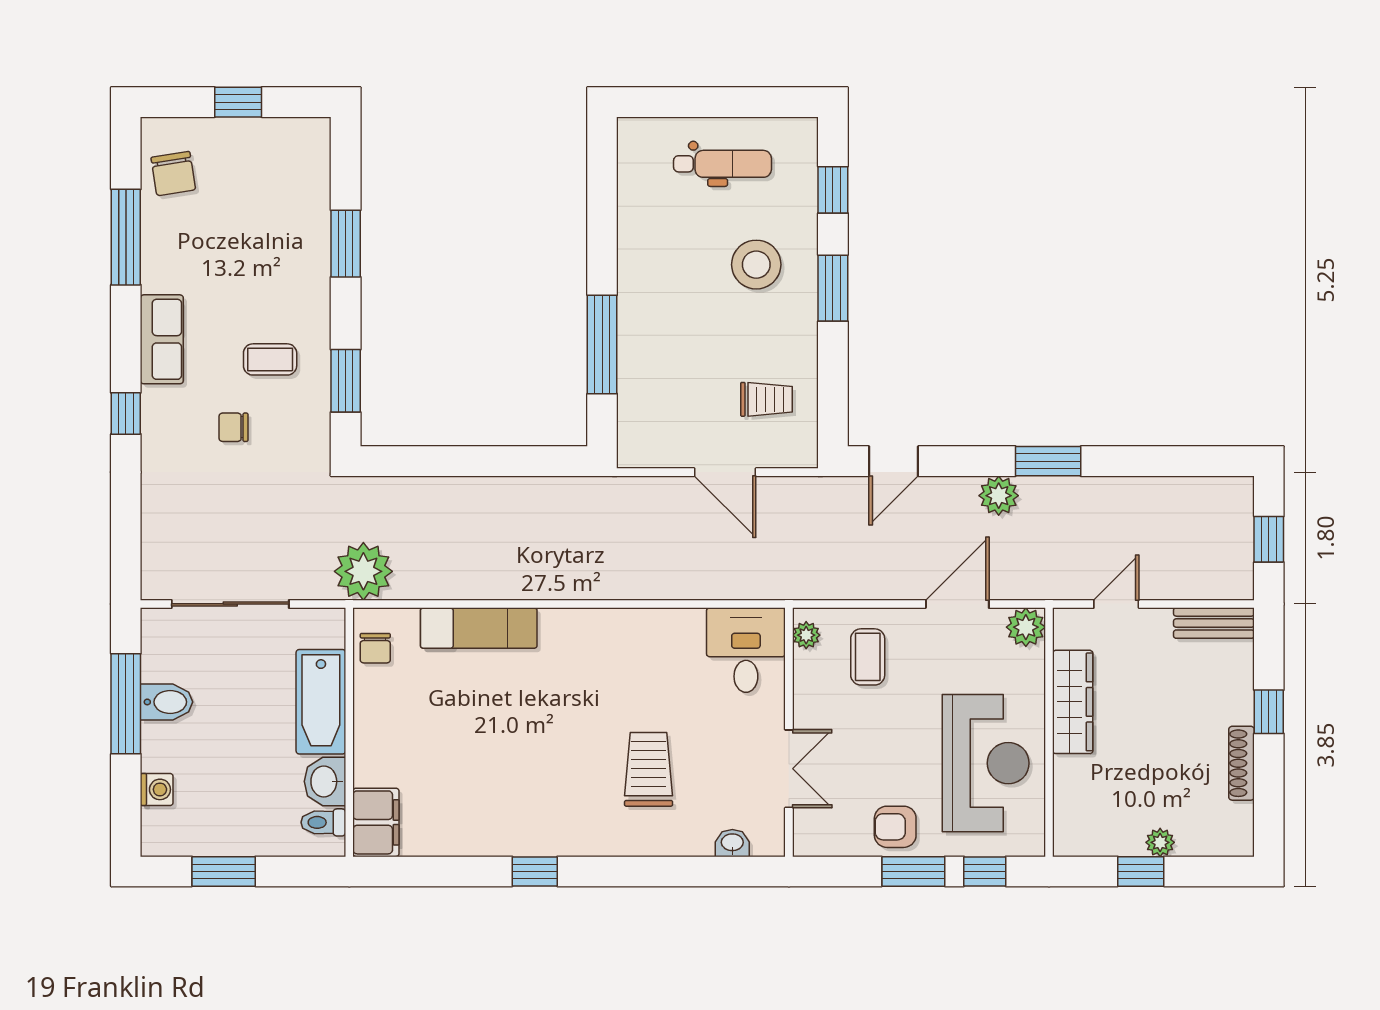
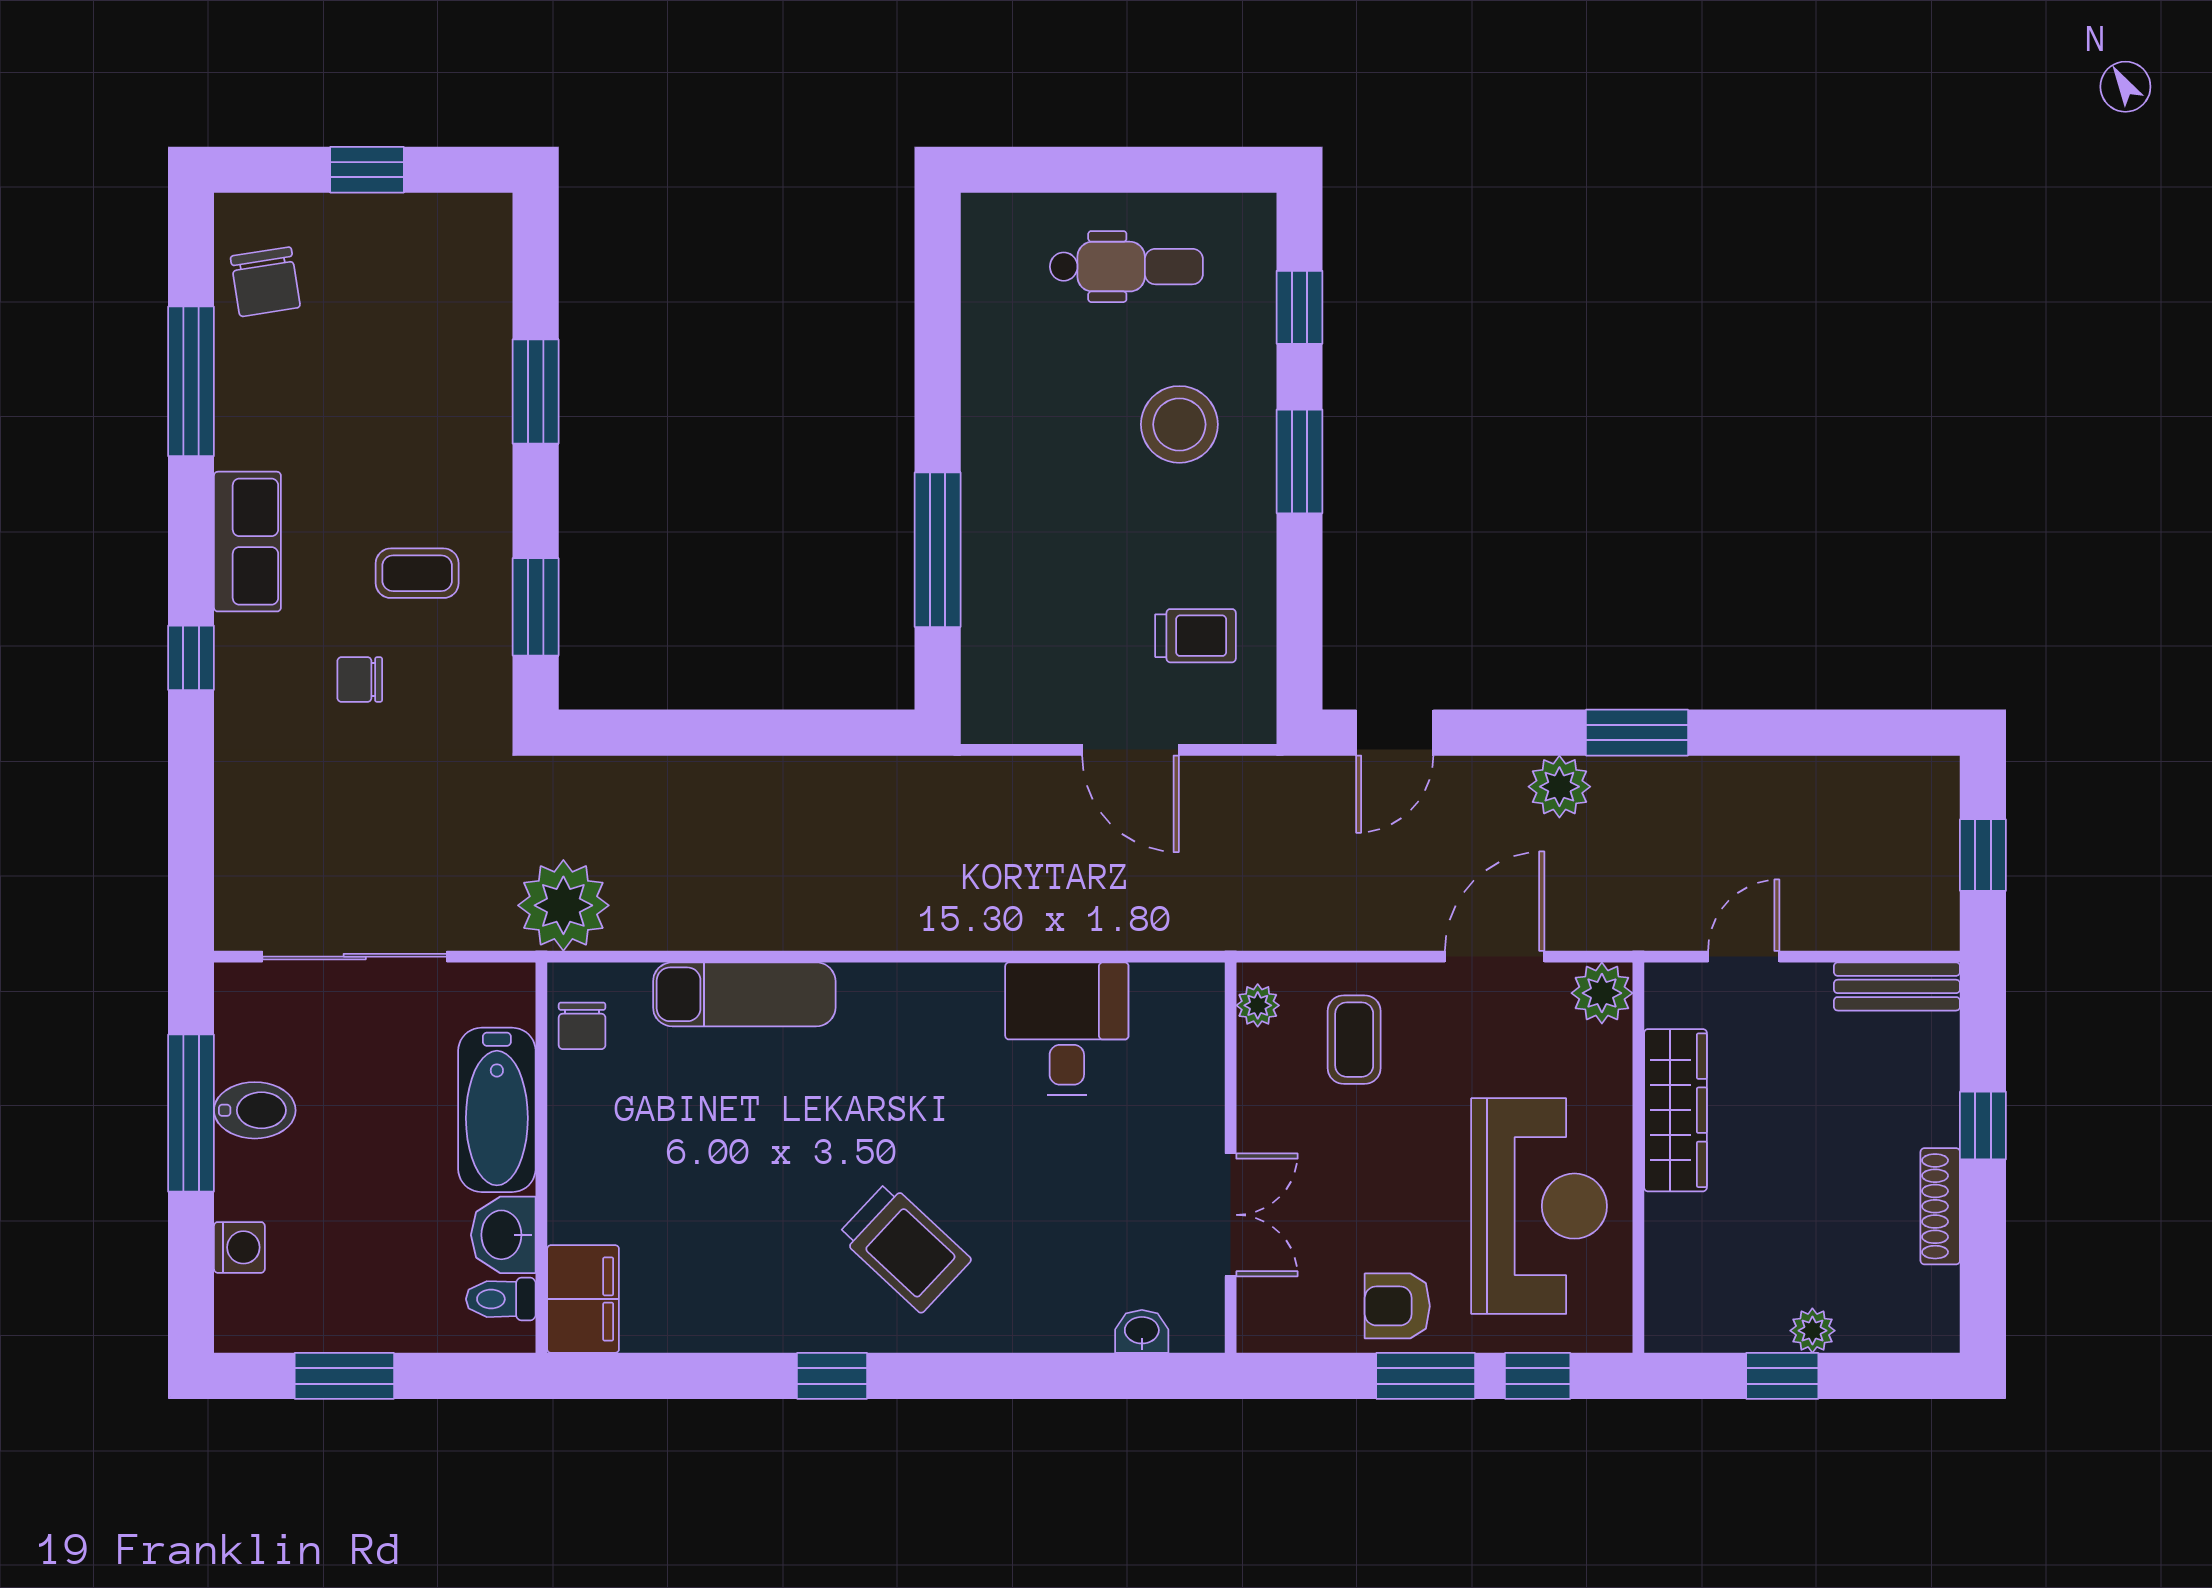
desk: (746, 650) -> (1067, 1029), moved
trolley: (649, 769) -> (904, 1247), moved, turned 133

